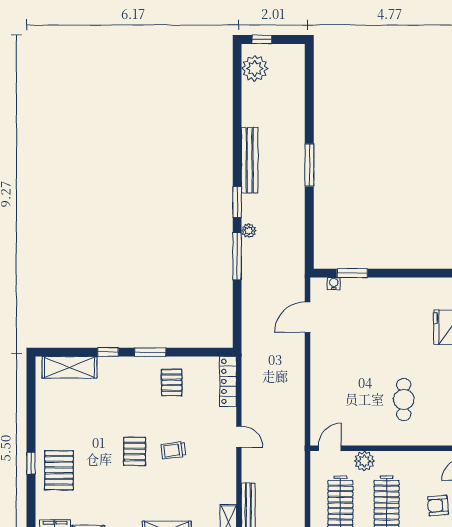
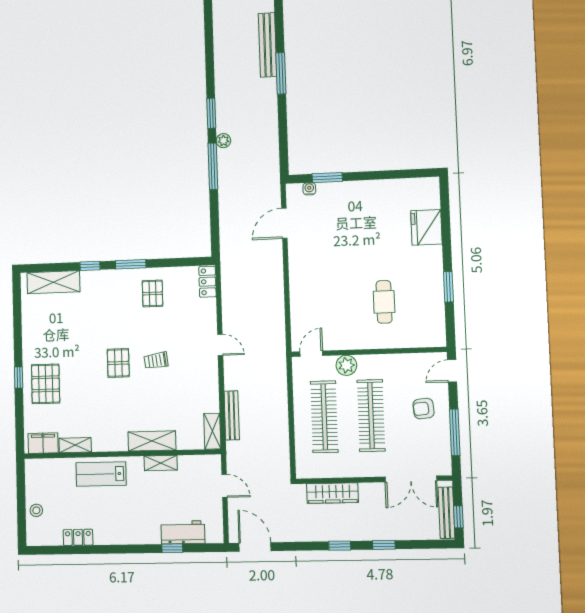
bench: (250, 160) -> (268, 45), moved
locker: (228, 381) -> (207, 282), width x0.66

